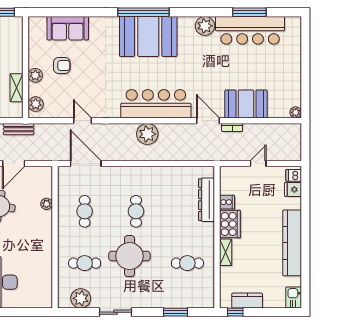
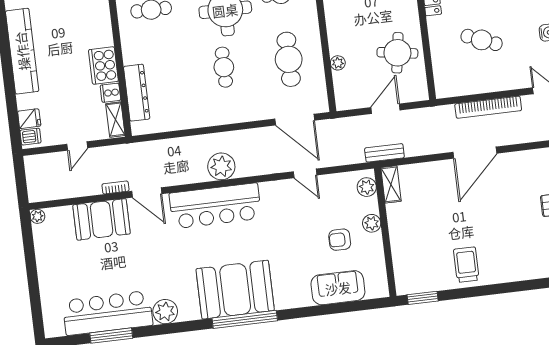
shelving: (16, 88) -> (391, 184), moved
cafe table: (85, 211) -> (289, 59), width x1.37, depth x1.35
shelving: (226, 252) -> (115, 120), moved

